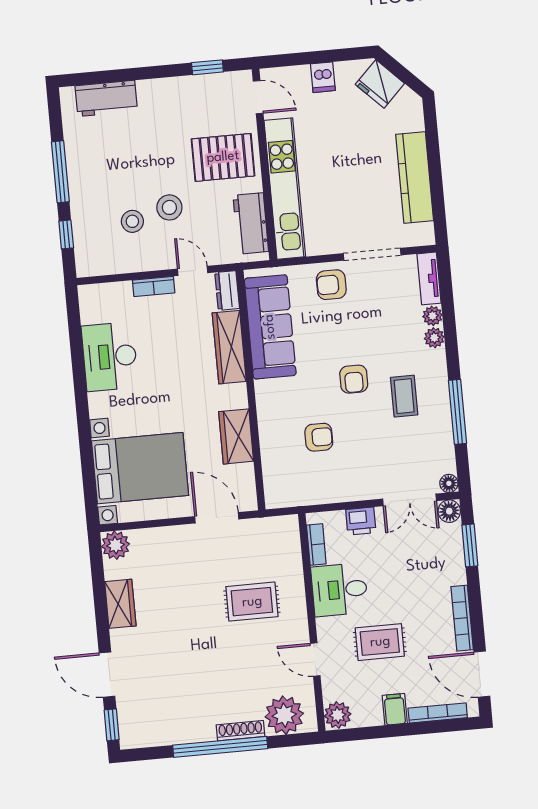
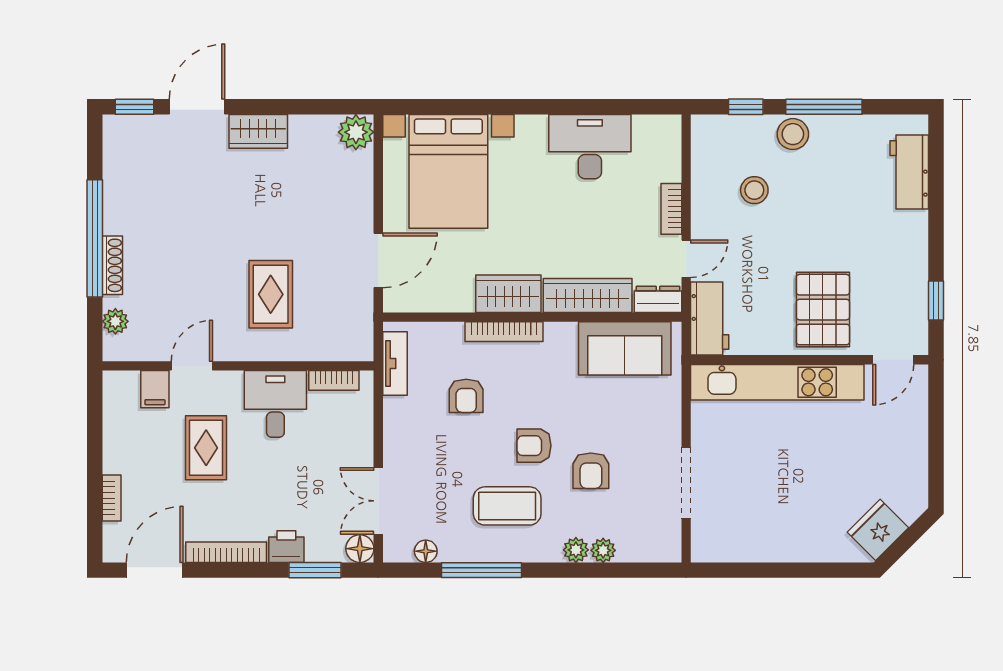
dishwasher: (323, 77) -> (911, 442), removed
fridge: (380, 84) -> (878, 530), moved
kitchen counter: (415, 177) -> (776, 544), removed
stool: (169, 207) -> (793, 134), moved
workbench: (251, 223) -> (710, 319), moved, turned 90
tv unit: (429, 278) -> (395, 363), moved, turned 90
armchair: (331, 285) -> (591, 471), moved, turned 180
sofa: (270, 327) -> (625, 348), width x0.73
coffee table: (404, 396) -> (507, 506), width x1.36, depth x1.30
bookcase: (265, 412) -> (504, 332), added
wardrobe: (236, 436) -> (508, 294), moved
floor lamp: (449, 483) -> (426, 551), moved
printer: (361, 521) -> (286, 547), moved, turned 90
wardrobe: (120, 604) -> (258, 131), moved
filing cabinet: (395, 709) -> (155, 389), moved, turned 90
bookcase: (438, 713) -> (112, 498), width x0.64
plant: (284, 715) -> (115, 321), width x0.53, depth x0.53
plant: (338, 715) -> (121, 387), removed

